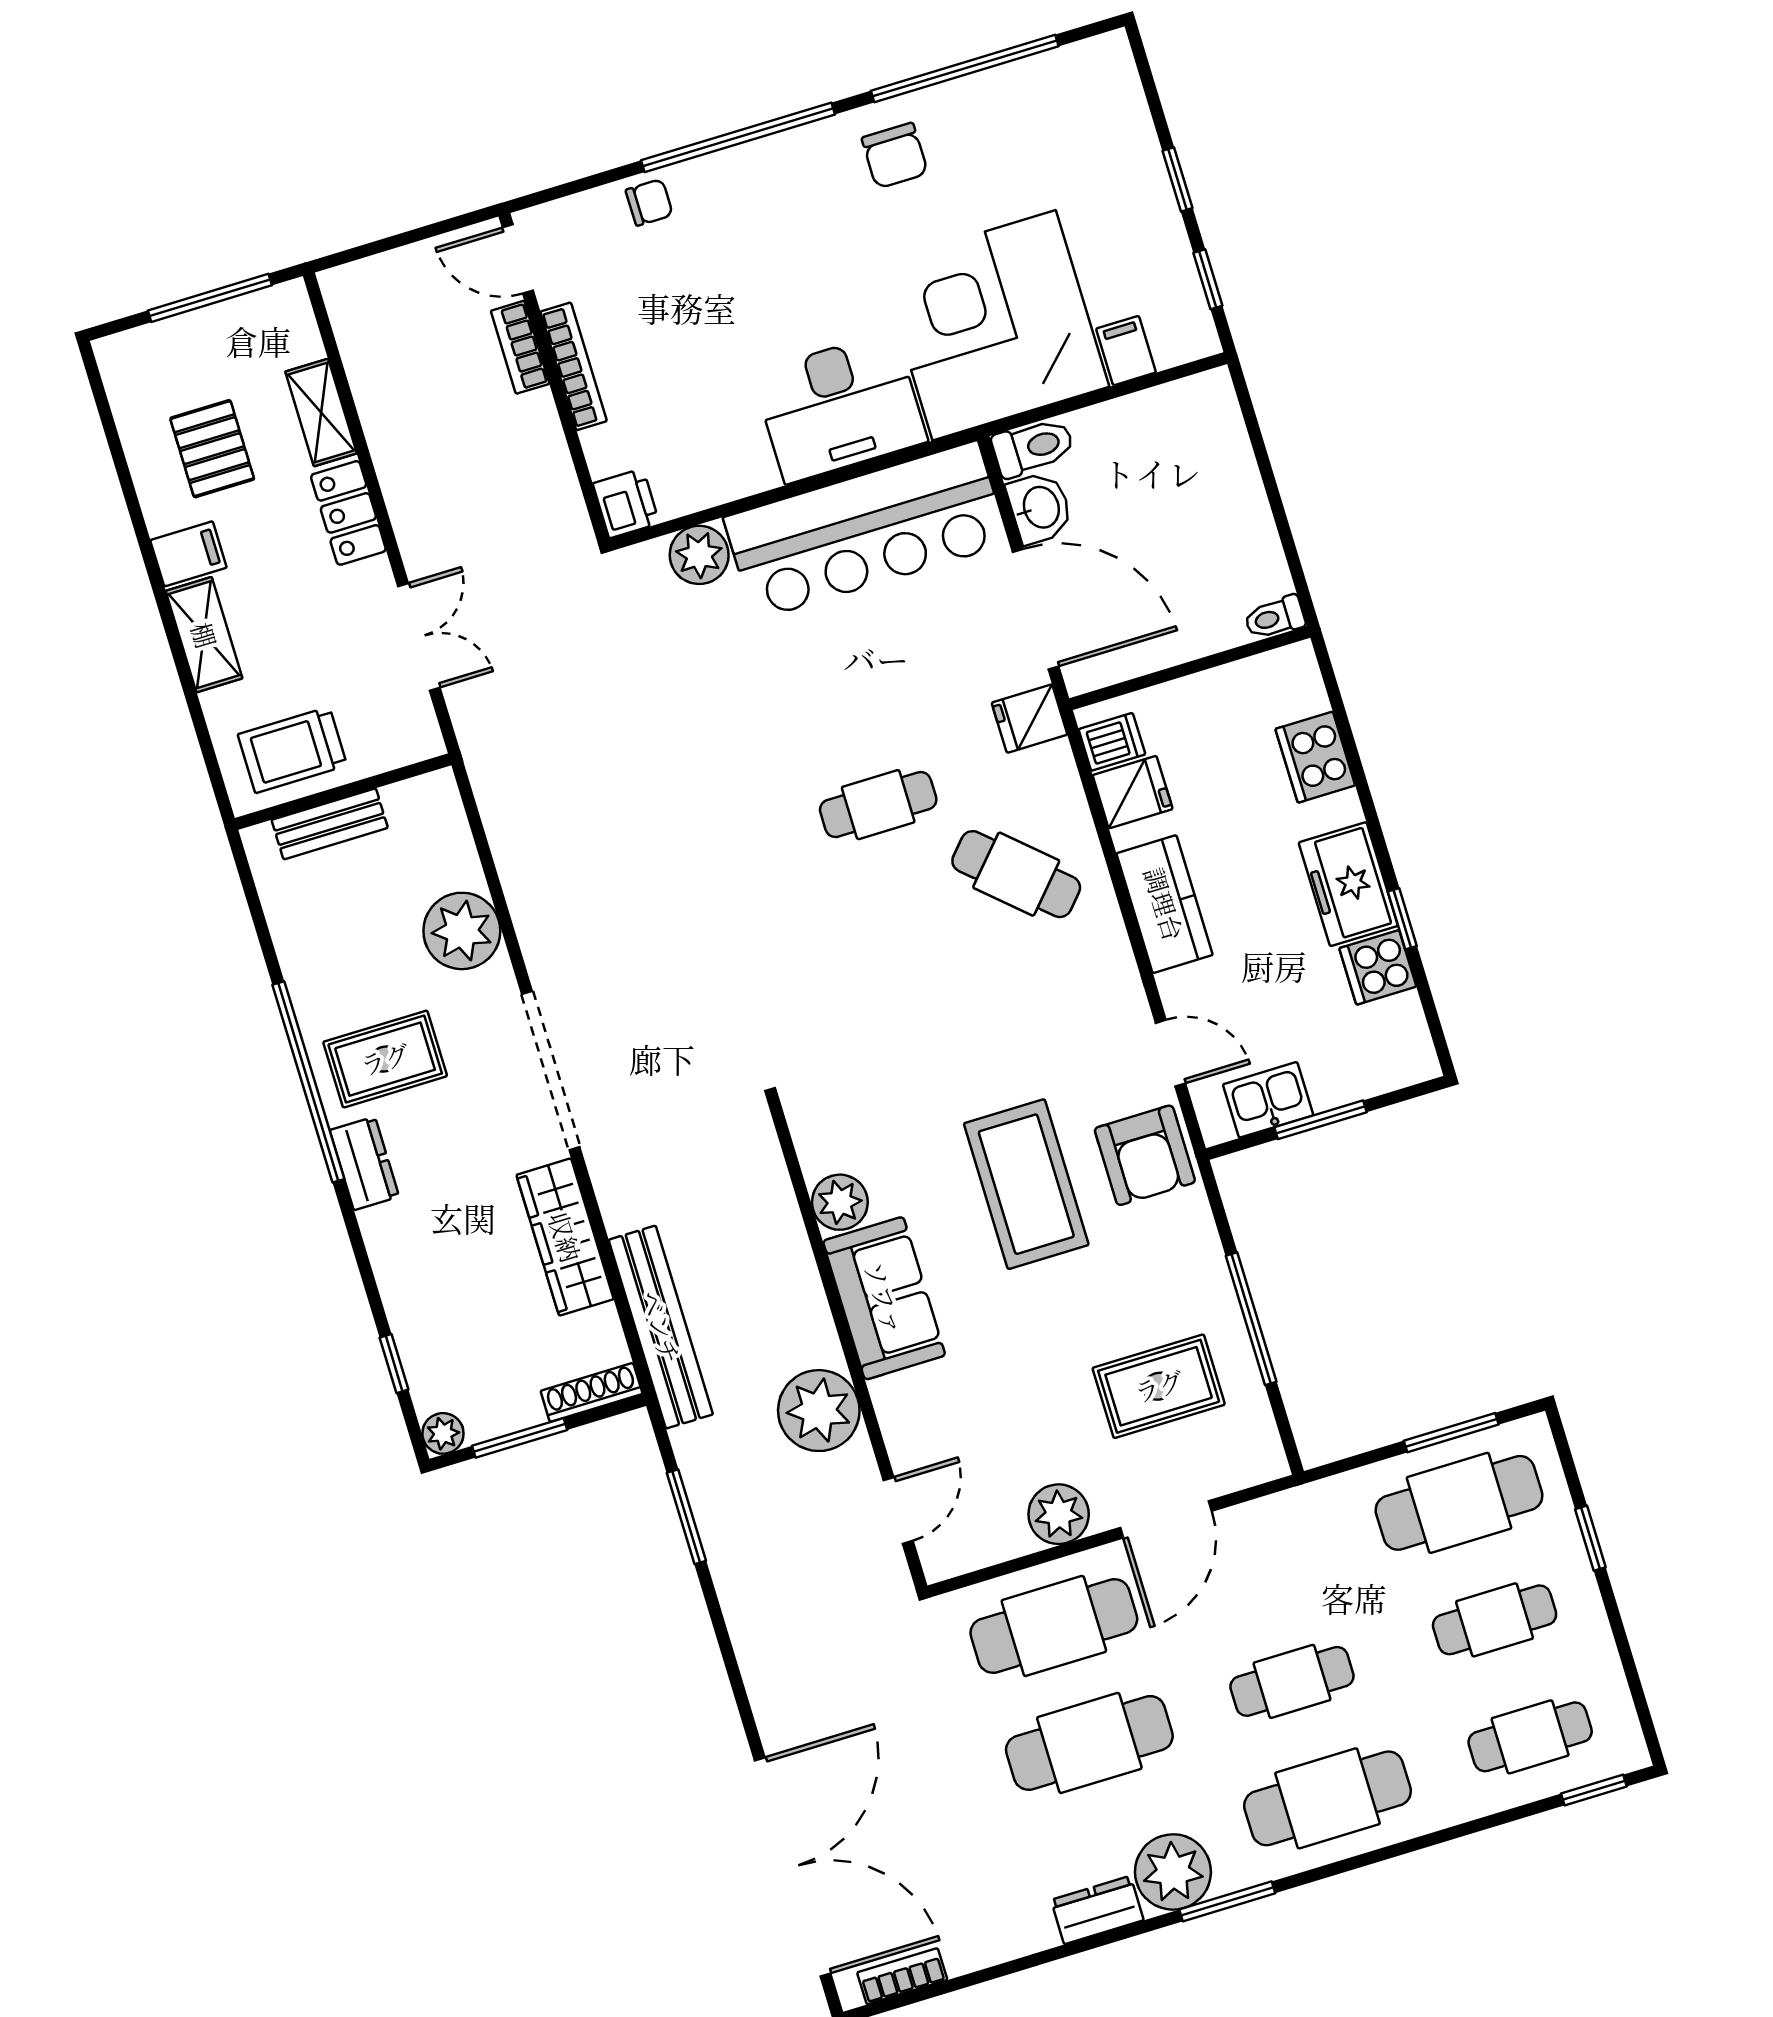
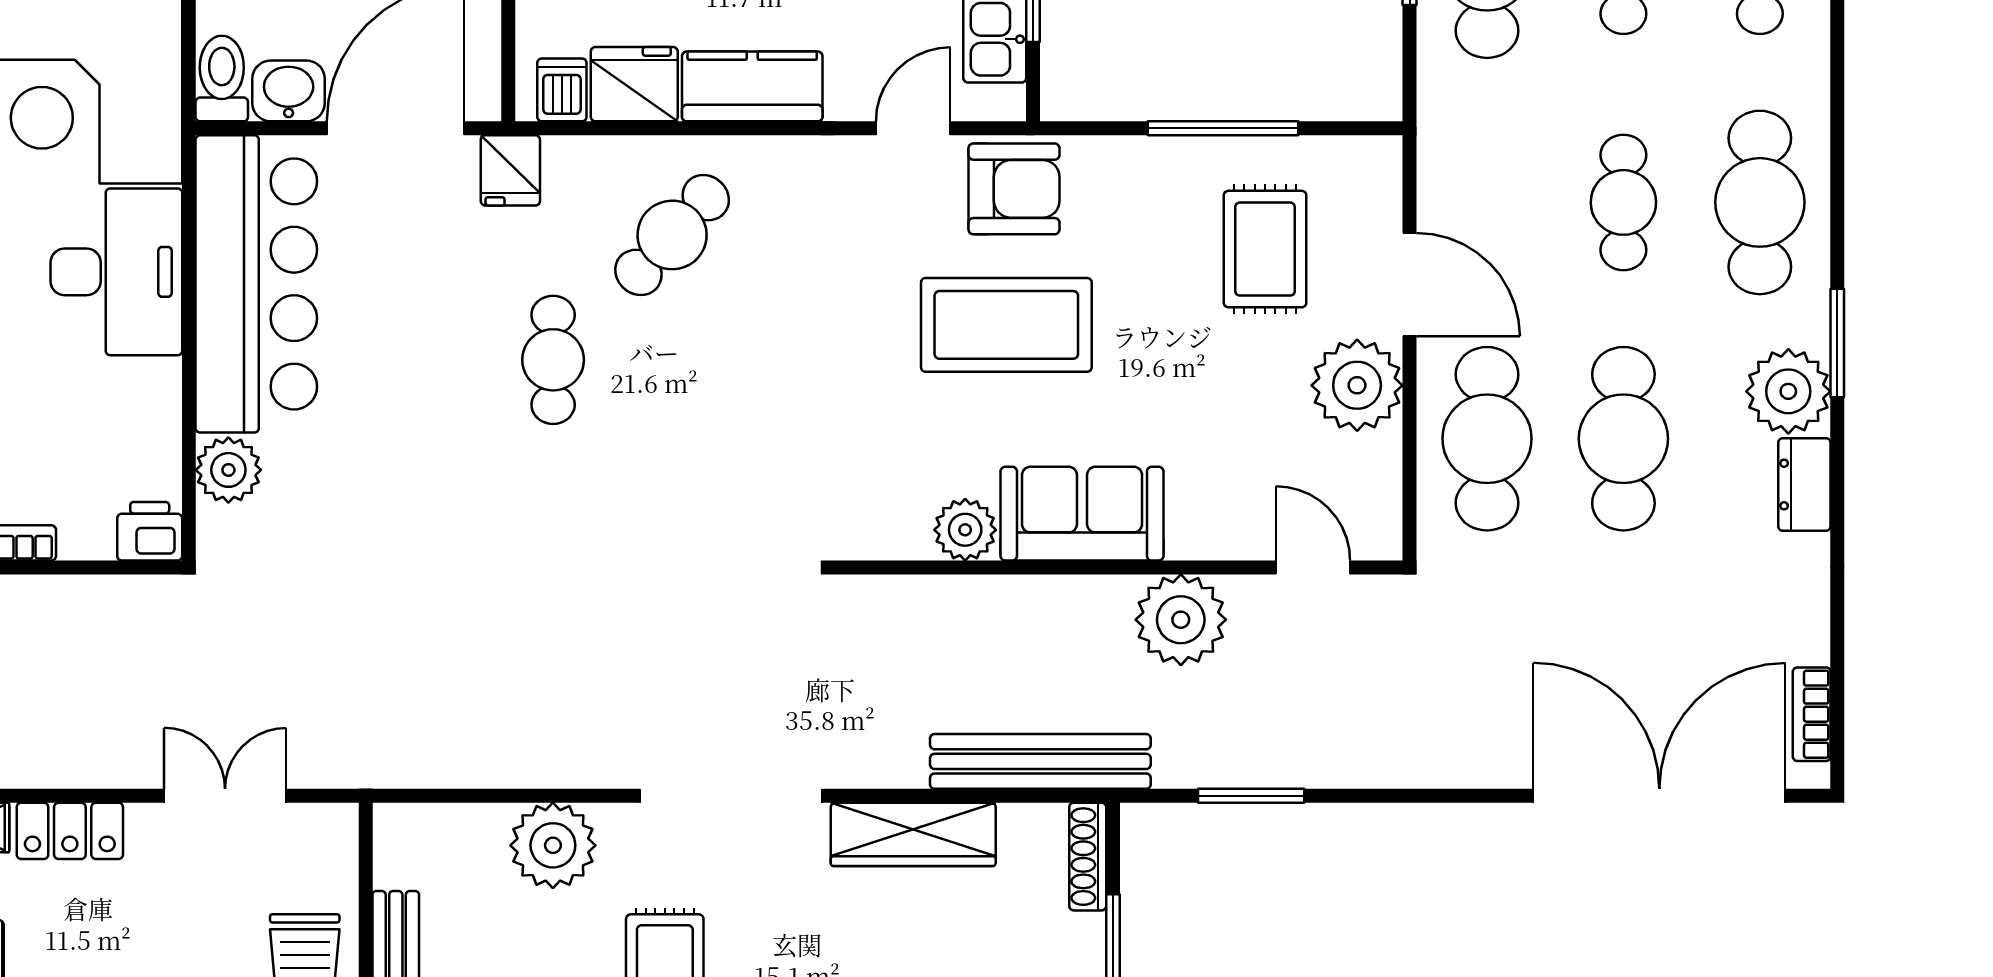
fridge: (1133, 792) -> (634, 84), width x1.38
plant: (1059, 1514) -> (1357, 385), width x1.36, depth x1.36

